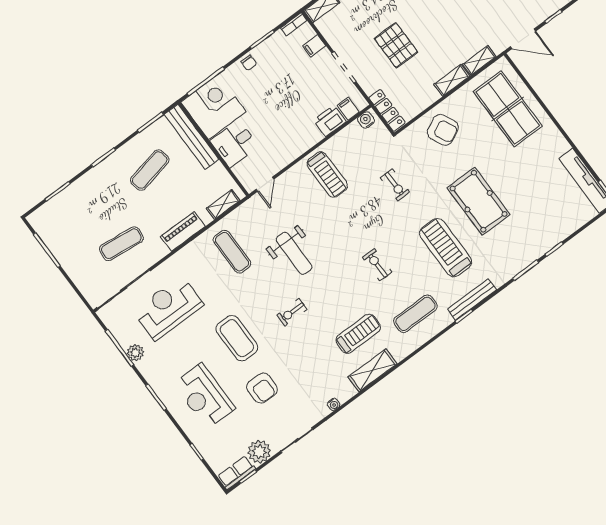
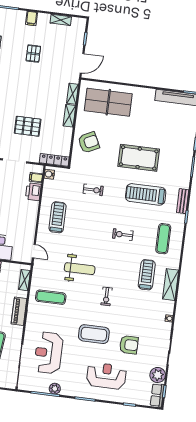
treadmill: (327, 175) -> (58, 217), turned -90
bench: (472, 299) -> (183, 201), width x0.73
reception desk: (204, 396) -> (106, 376), turned 180

